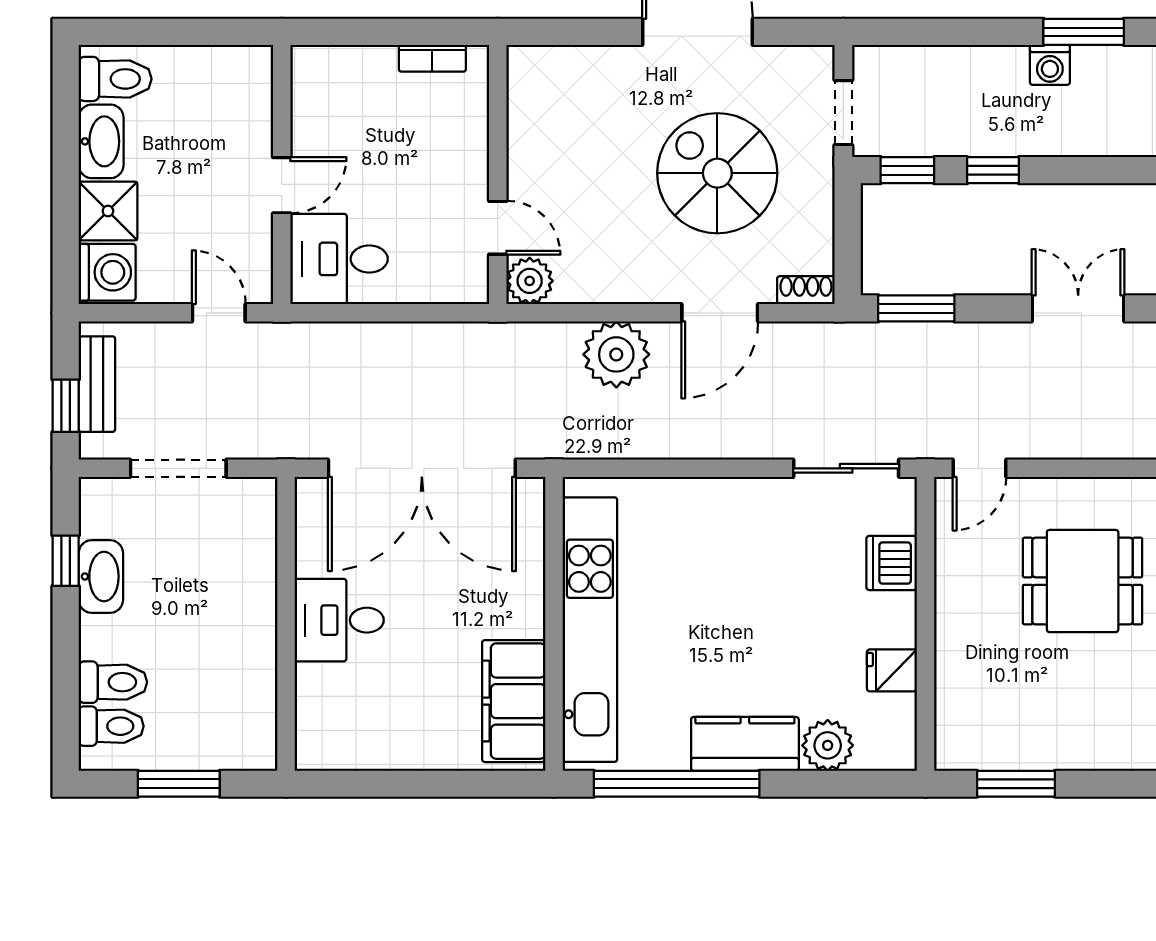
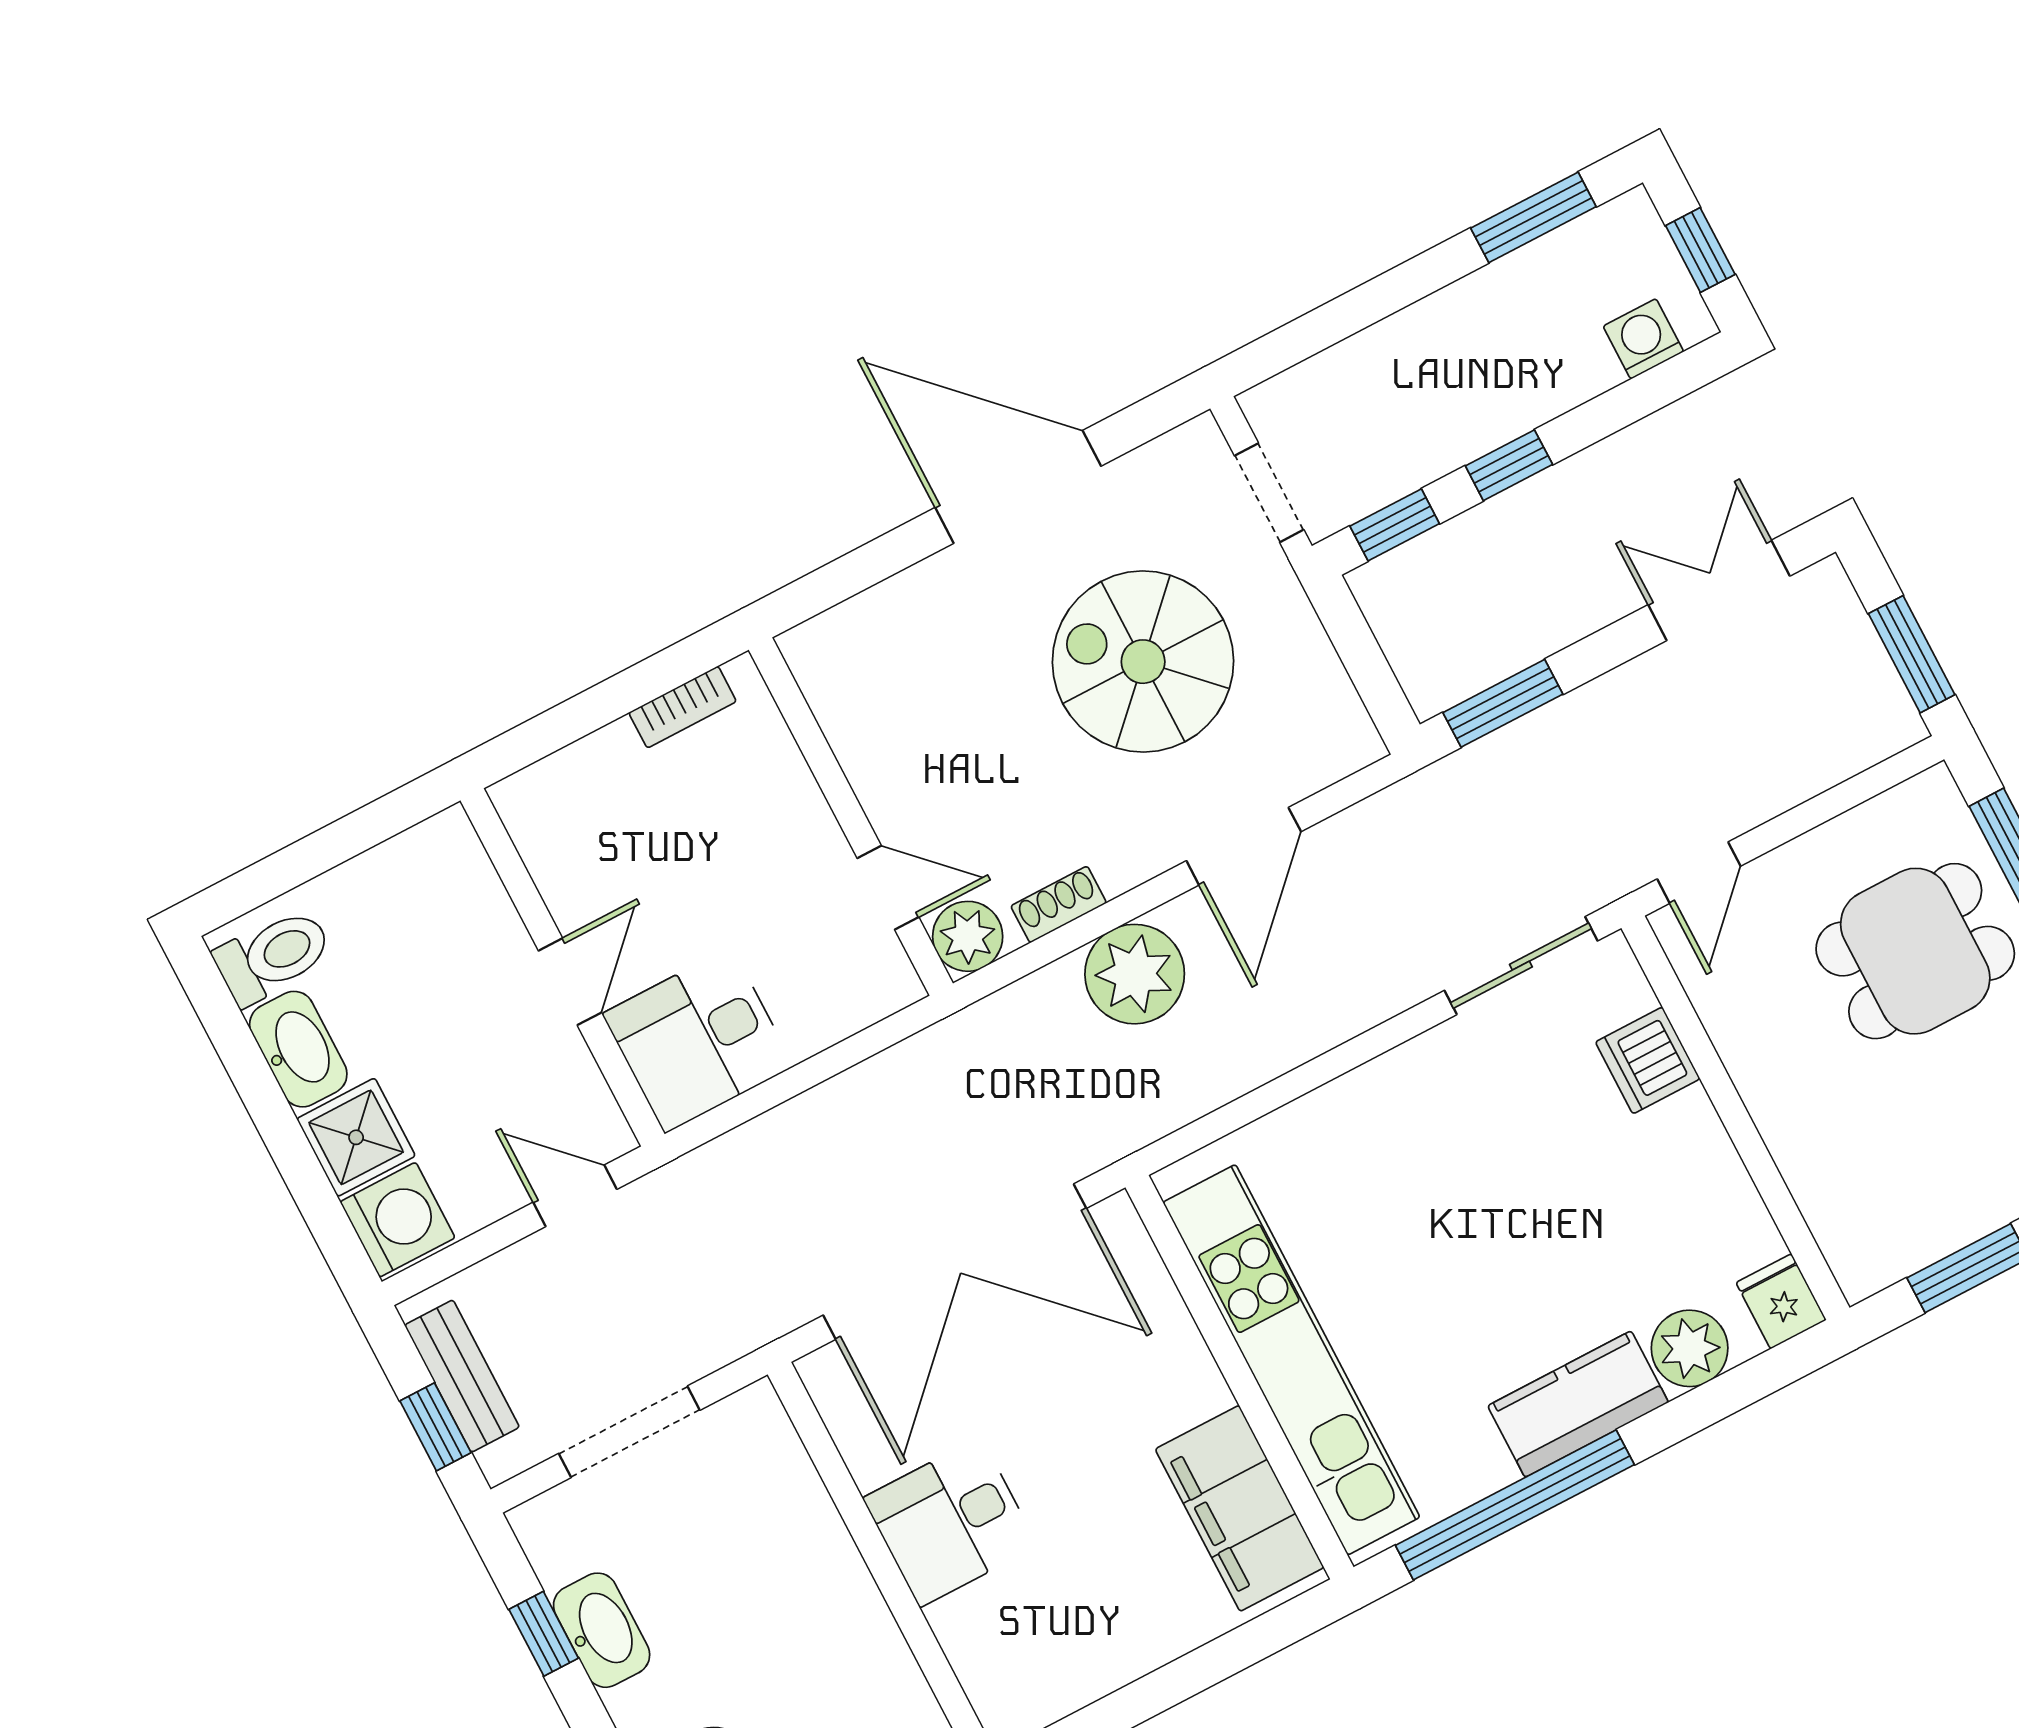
washing machine: (1050, 65) -> (1643, 339), moved, turned 180
shoe rack: (806, 290) -> (1059, 904), moved
fridge: (892, 670) -> (1781, 1301), moved, turned 90

